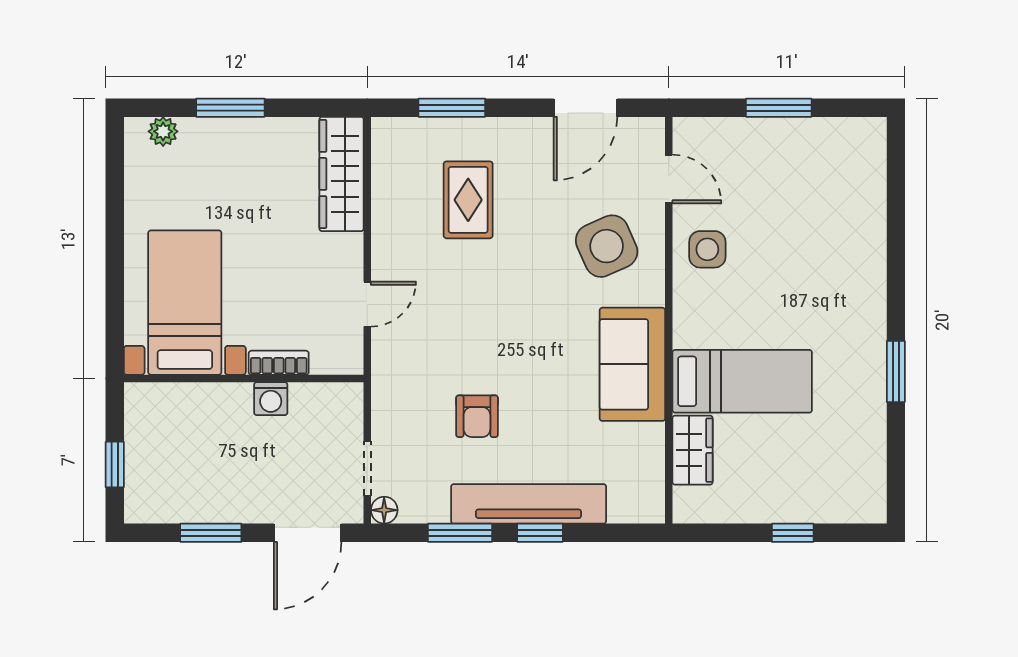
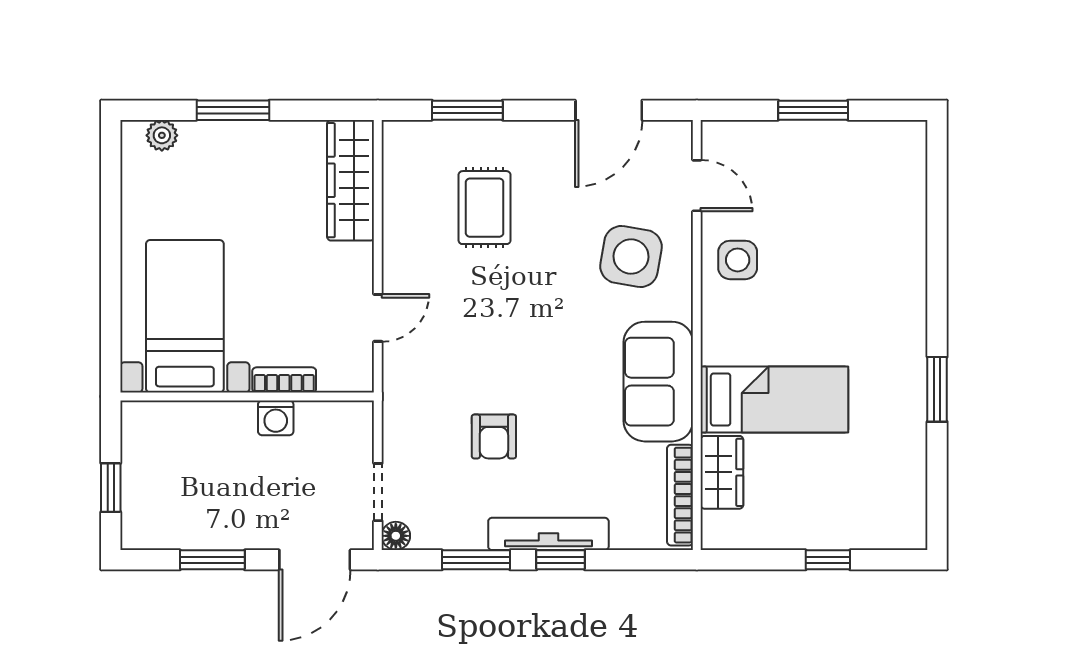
side table: (607, 246) -> (631, 256), turned 34
bookcase: (653, 472) -> (680, 495), added
tv unit: (529, 504) -> (548, 534), width x0.73, depth x0.78

